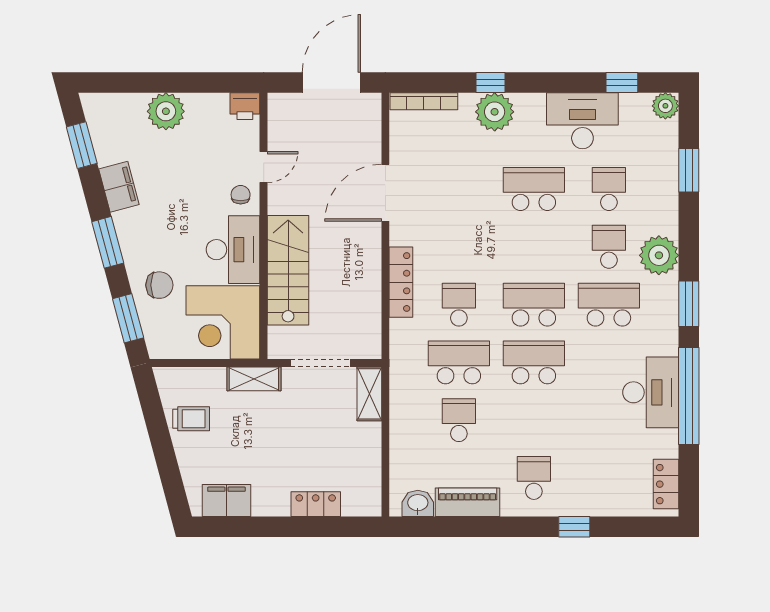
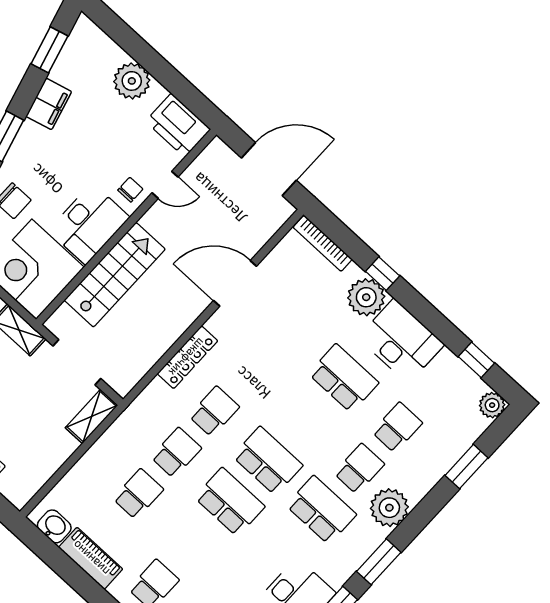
printer: (245, 106) -> (178, 125), width x1.87, depth x1.48
desk: (582, 121) -> (401, 341), moved
school desk: (459, 362) -> (176, 453), width x0.54

